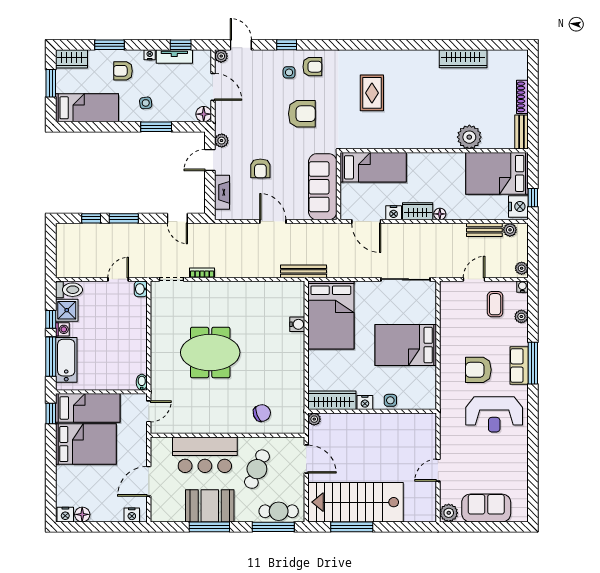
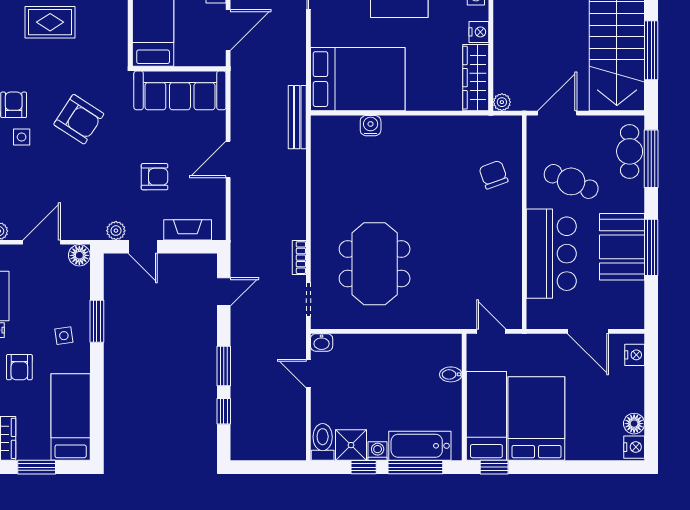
armchair: (302, 114) -> (79, 119), turned 123
meeting table: (210, 352) -> (375, 264), moved
bidet: (142, 382) -> (451, 374), moved

